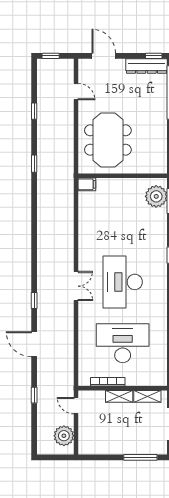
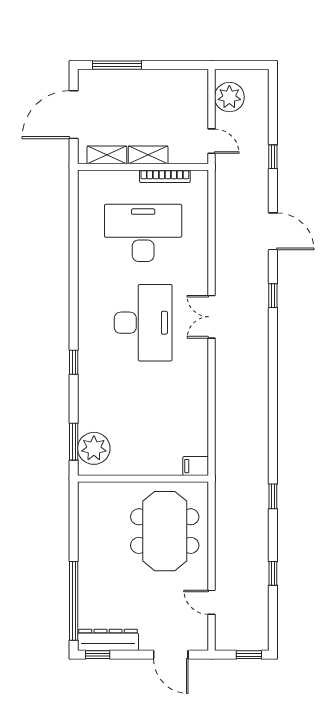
desk: (123, 343) -> (143, 233), turned 180

